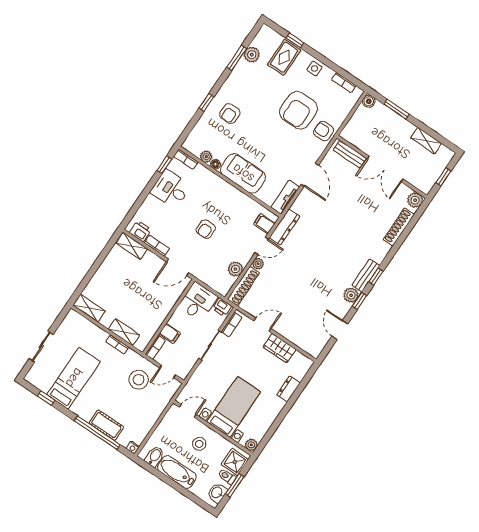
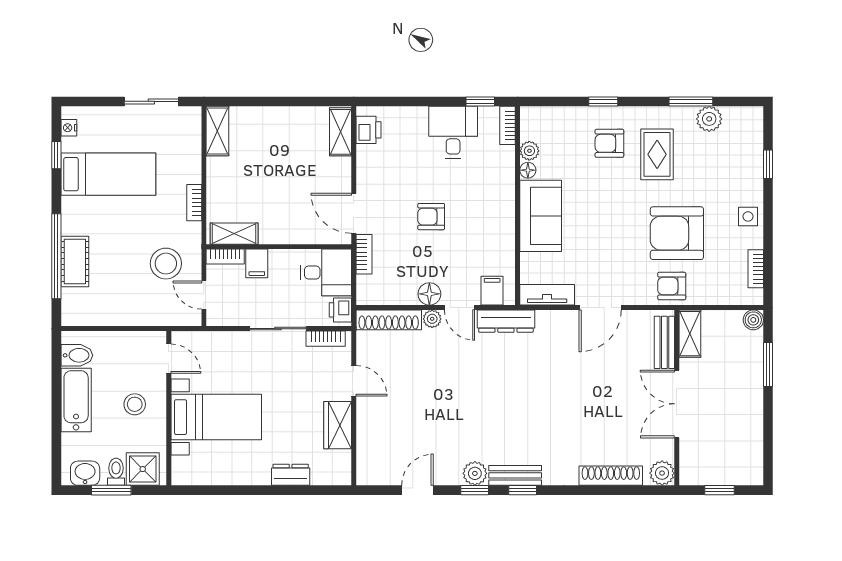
rug: (284, 57) -> (657, 154), moved, turned 90
armchair: (324, 131) -> (672, 286), turned -90
shelving: (426, 141) -> (690, 334), moved
bookcase: (157, 246) -> (364, 254), moved
floor lamp: (244, 257) -> (429, 294), added
plant: (235, 269) -> (404, 293), removed
shelving: (124, 332) -> (234, 234), moved, turned 90
sliding door: (41, 347) -> (151, 101), moved
plant: (251, 445) -> (181, 476), removed
nightstand: (133, 448) -> (69, 128), moved

